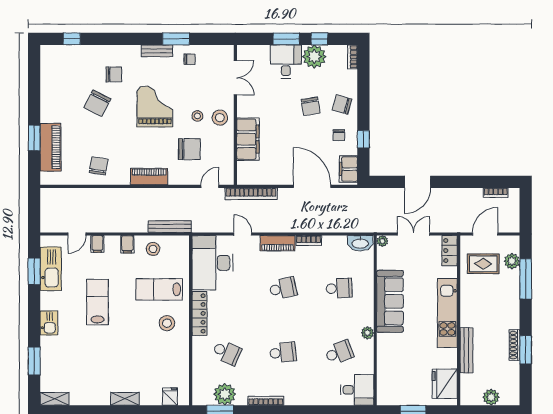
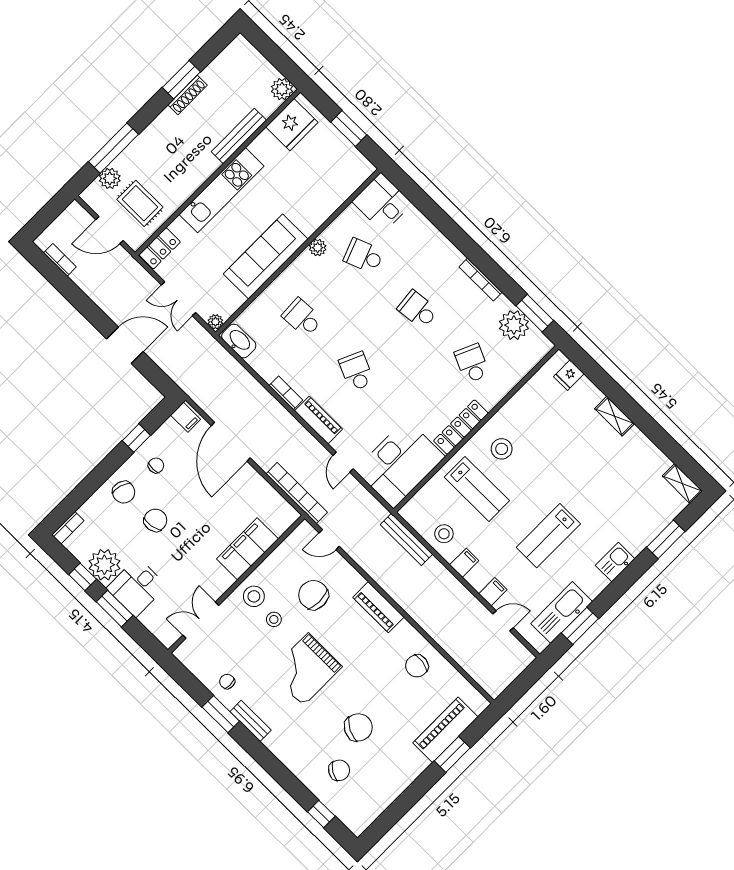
chair: (114, 74) -> (339, 770), moved, turned 121
filing cabinet: (348, 169) -> (186, 417), width x0.50
school desk: (283, 288) -> (356, 371), turned 36
plant: (491, 397) -> (282, 89), moved

